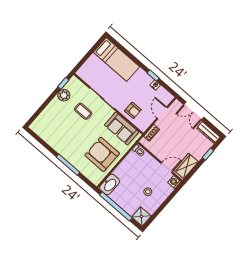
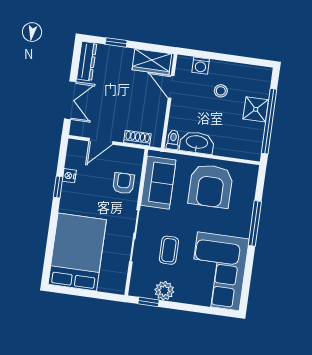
bed: (116, 60) -> (77, 252), width x1.50
corner sofa: (56, 130) -> (218, 271), added
washing machine: (174, 182) -> (201, 66), moved
washbasin: (110, 184) -> (197, 143), moved
shower: (141, 216) -> (256, 109), moved

